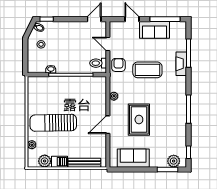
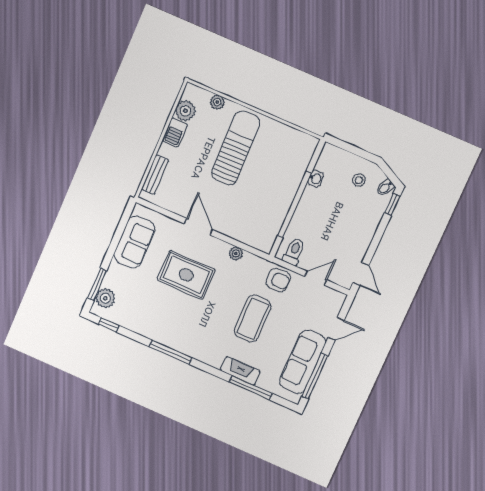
sofa: (154, 30) -> (303, 362), width x1.36
bench: (84, 163) -> (155, 175), width x0.73

